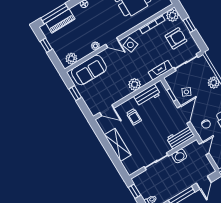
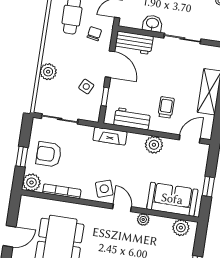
fireplace: (160, 70) -> (110, 136), moved
plant: (135, 84) -> (154, 145), moved
door: (107, 110) -> (190, 139), hinge flipped
door: (184, 115) -> (110, 64), swing flipped

